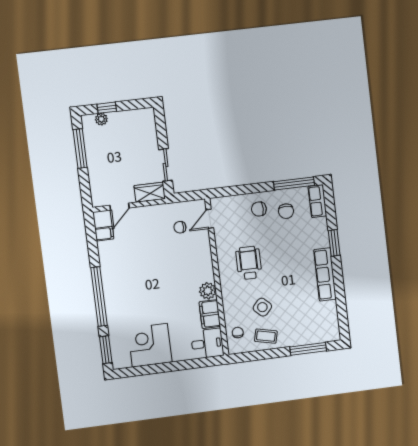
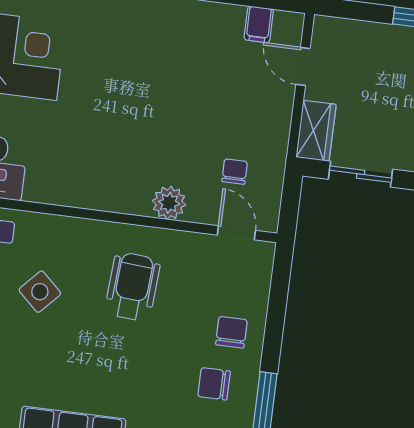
wheelchair: (249, 263) -> (132, 287), turned -86
plant: (208, 291) -> (169, 203), moved
filing cabinet: (210, 314) -> (53, 187), removed

